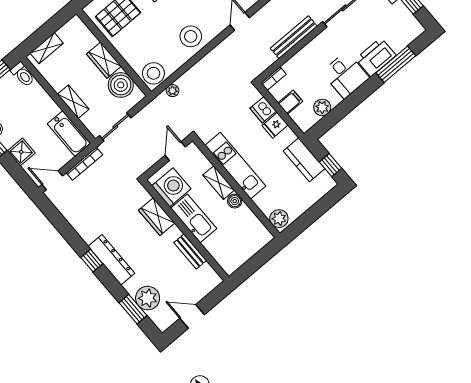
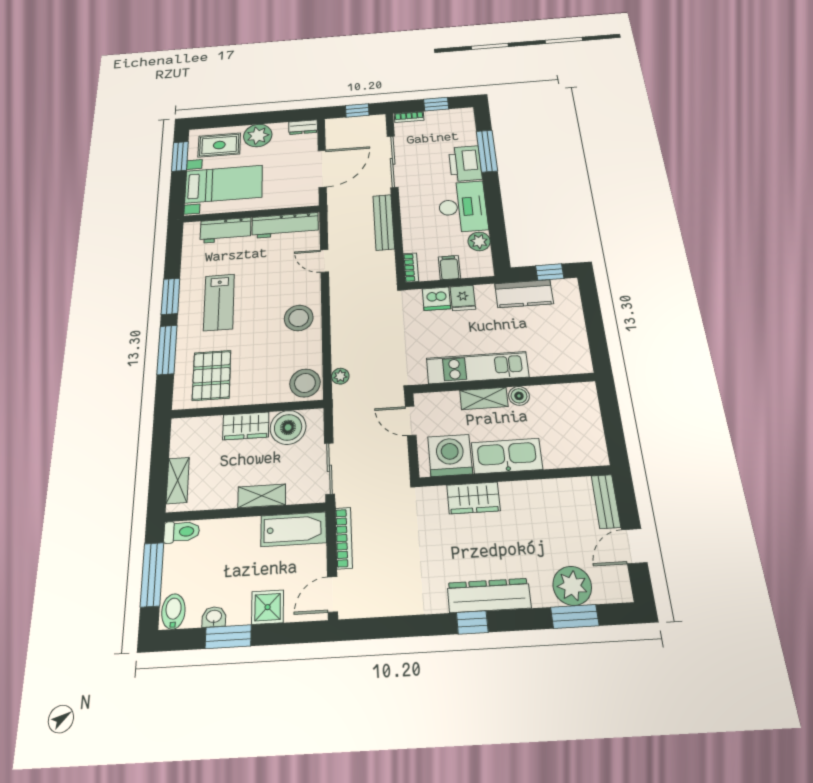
desk: (346, 75) -> (463, 207), width x1.37
plant: (279, 219) -> (575, 362), removed
bench: (190, 251) -> (606, 501), moved, turned 90

